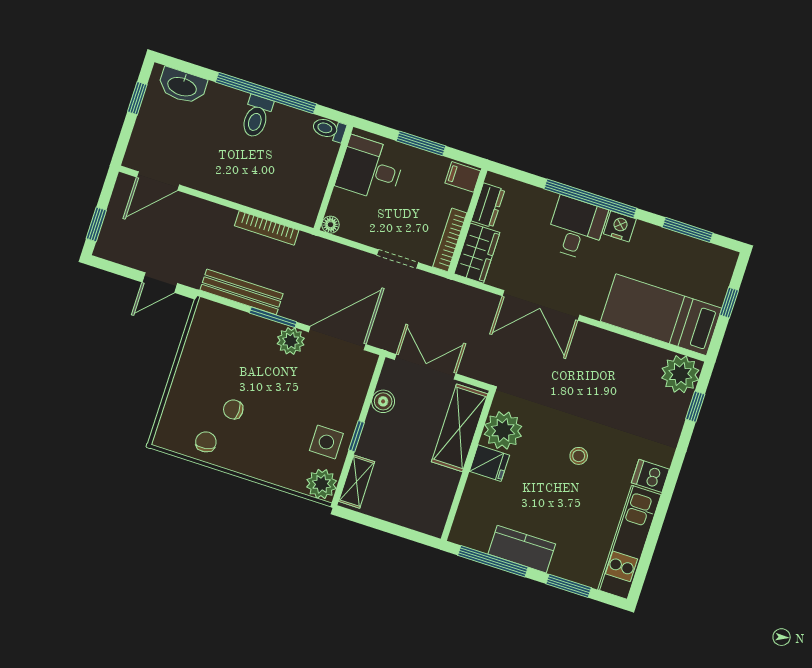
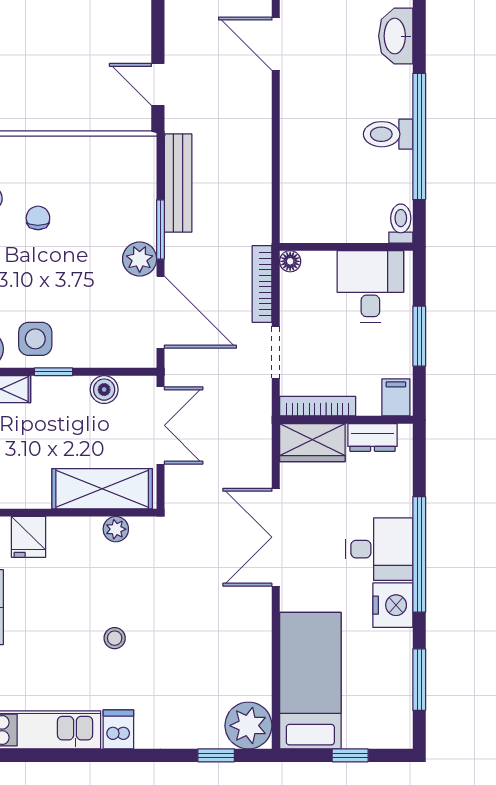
nightstand: (620, 226) -> (393, 605), width x1.36, depth x1.33
bookcase: (267, 228) -> (262, 284), moved
plant: (503, 430) -> (116, 529), width x0.53, depth x0.53
fridge: (489, 463) -> (29, 537), moved

